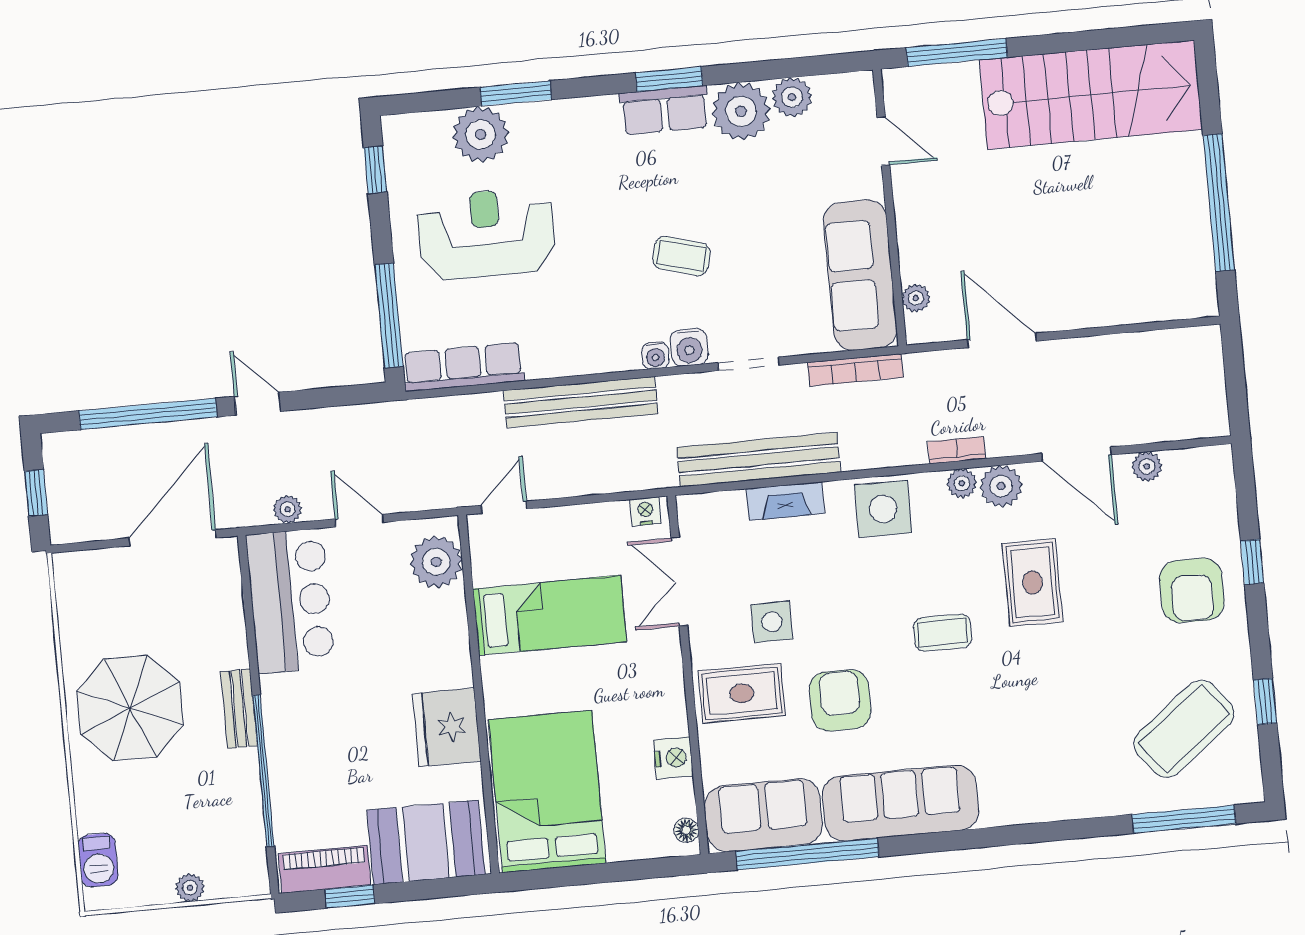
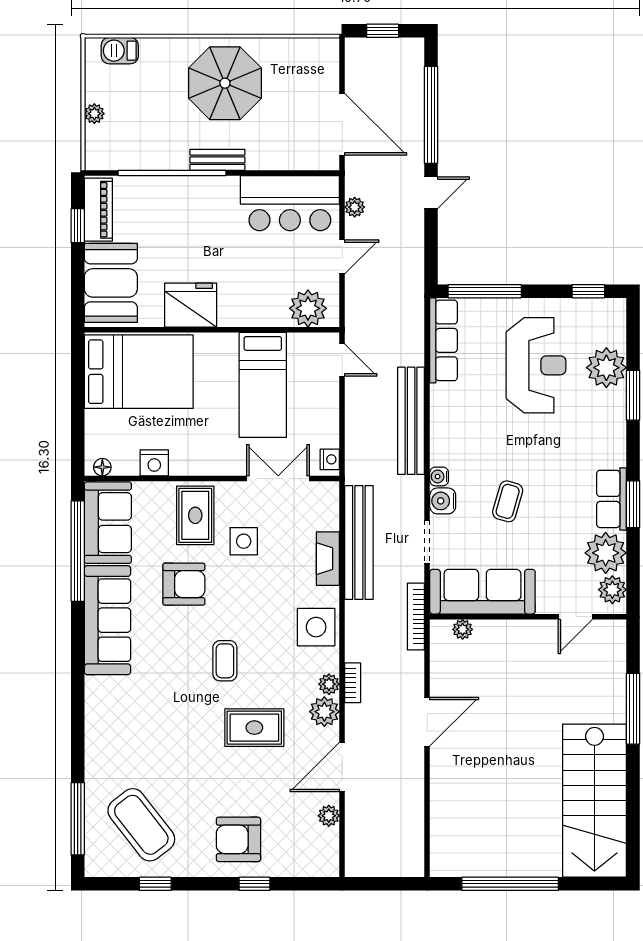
door: (883, 141) -> (575, 617), moved
wall: (890, 208) -> (528, 617), moved
sofa: (860, 275) -> (482, 592), moved
plant: (916, 298) -> (463, 629), moved

